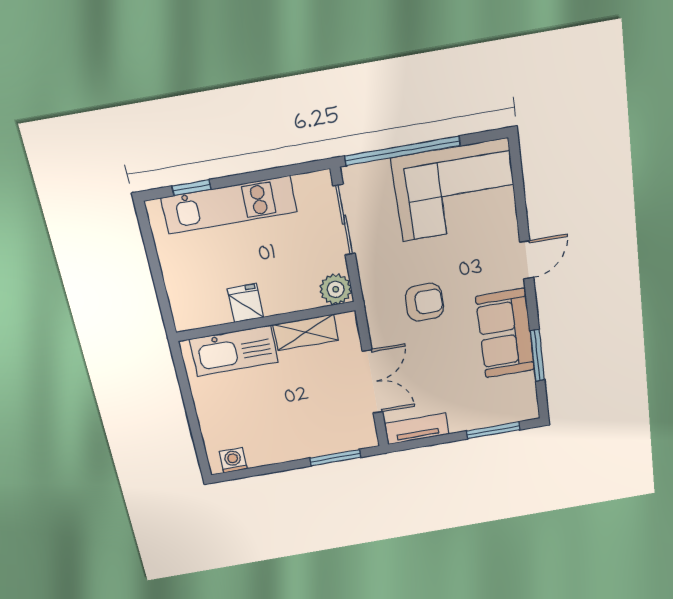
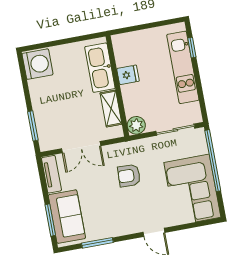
armchair: (424, 302) -> (129, 176), turned 92
sofa: (505, 333) -> (67, 217), moved, turned 90
washing machine: (233, 460) -> (38, 64), width x1.89, depth x1.89

